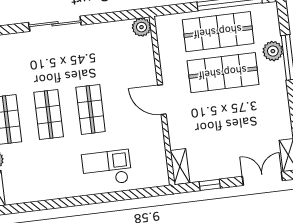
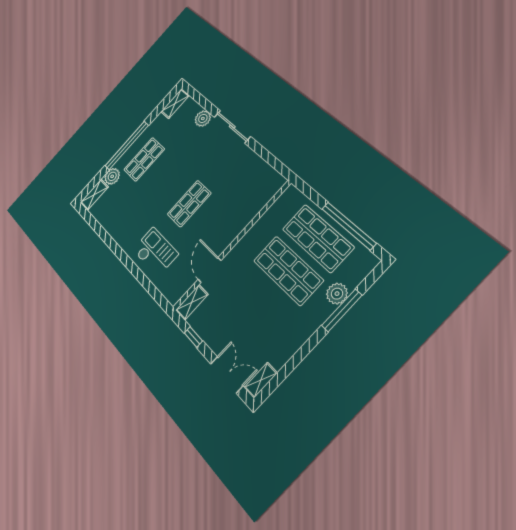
plant: (141, 27) -> (203, 119), moved
door: (162, 100) -> (210, 270), moved
shop shelf: (49, 114) -> (166, 181), removed

